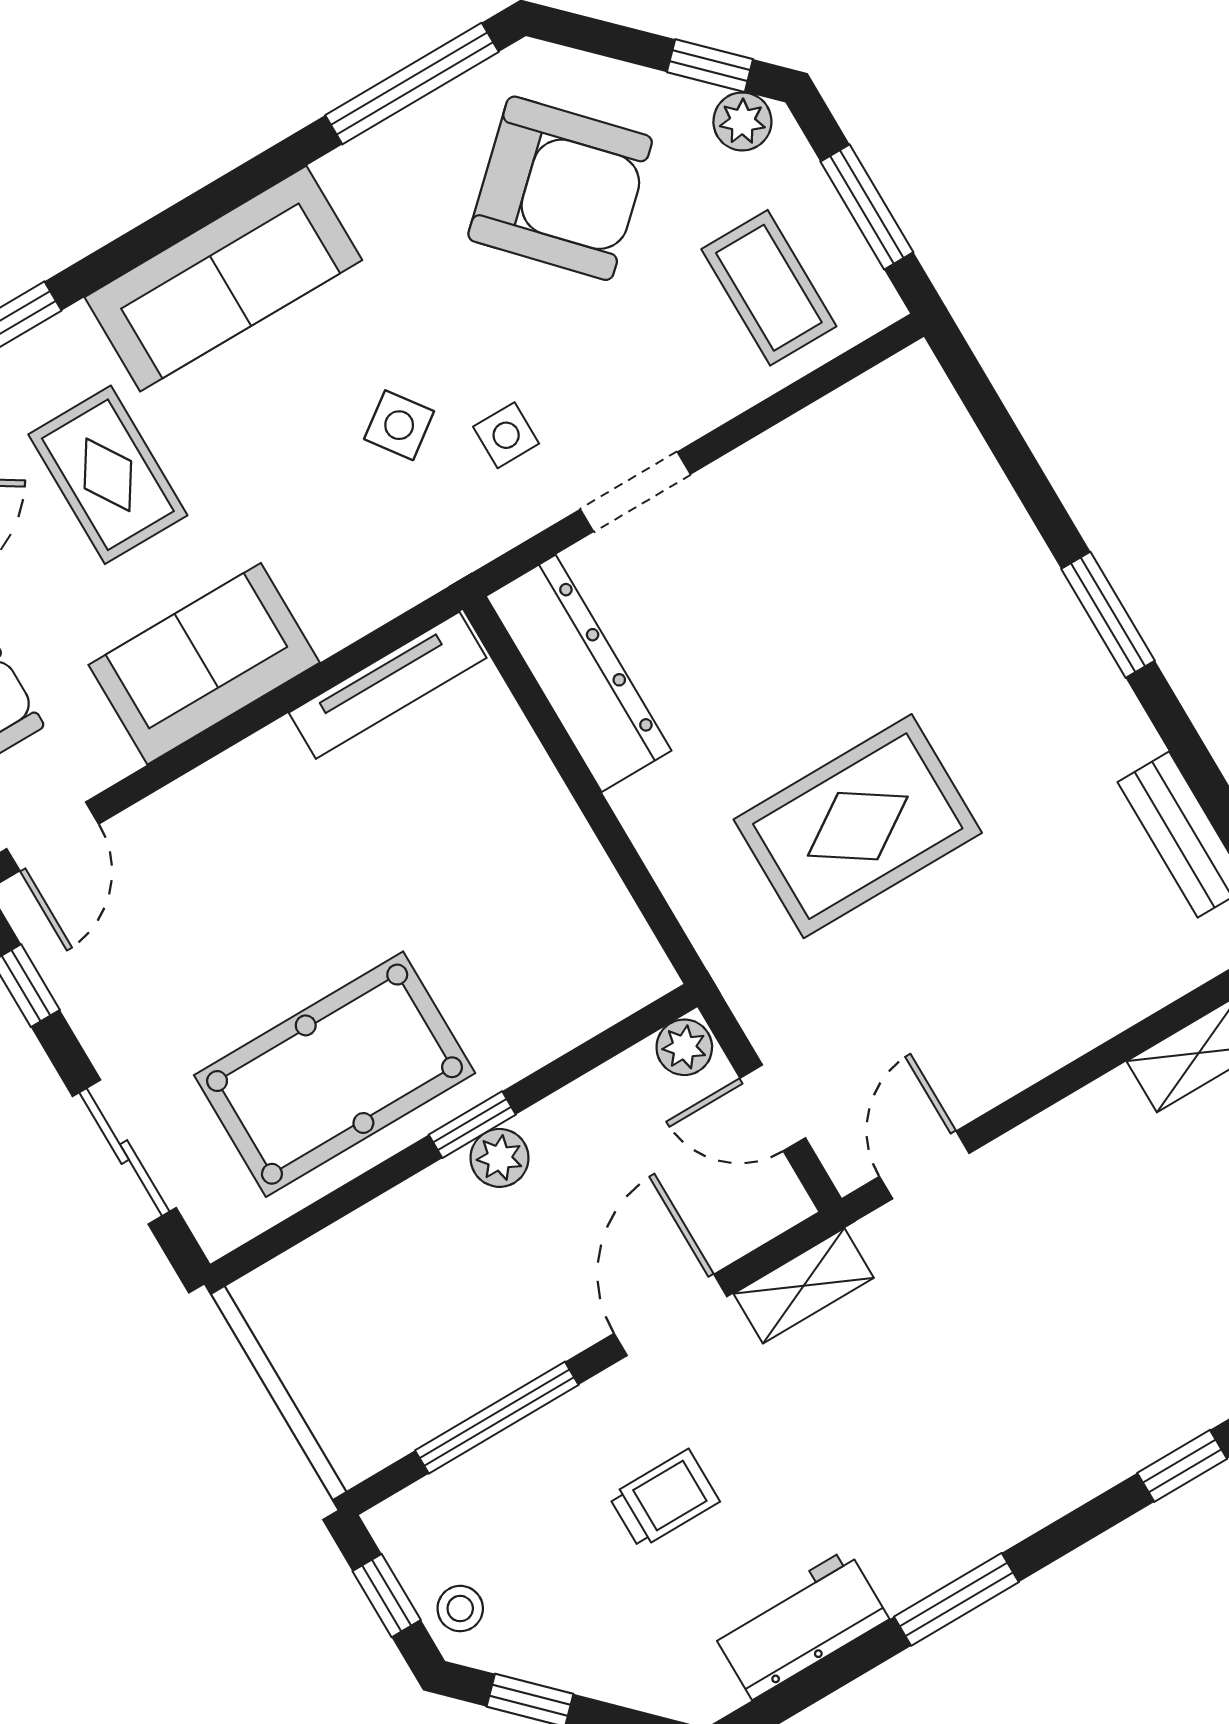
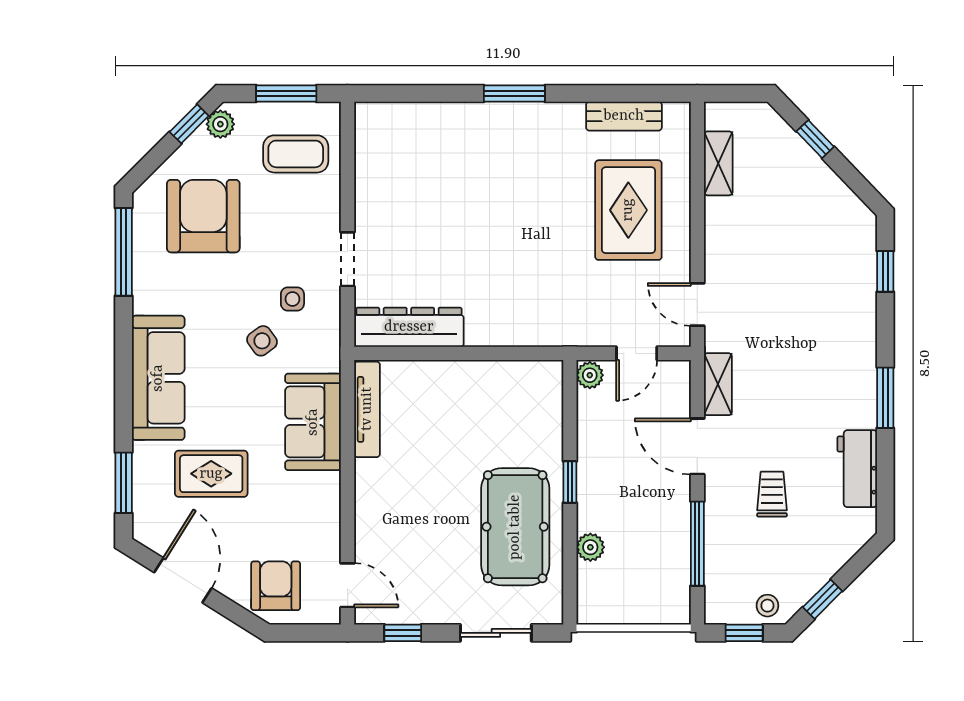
armchair: (560, 188) -> (203, 216), turned -47
sofa: (204, 664) -> (313, 422), moved
rug: (858, 826) -> (628, 210), moved
plant: (500, 1158) -> (590, 547), moved

